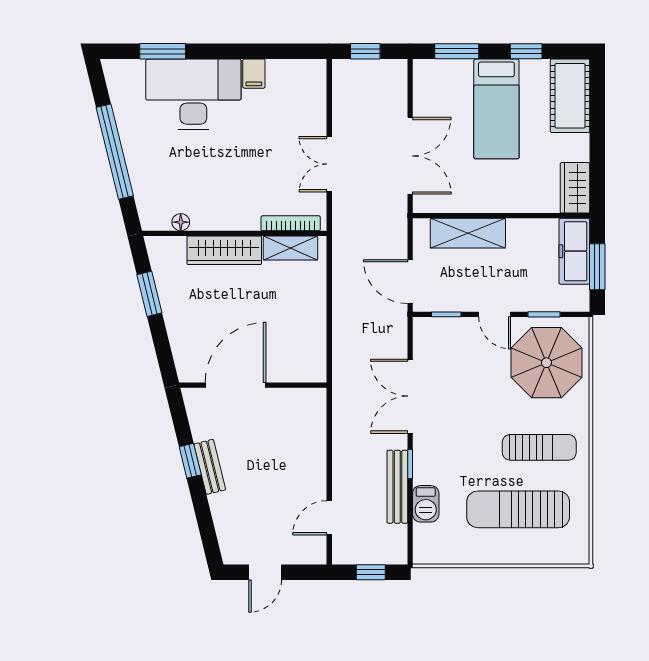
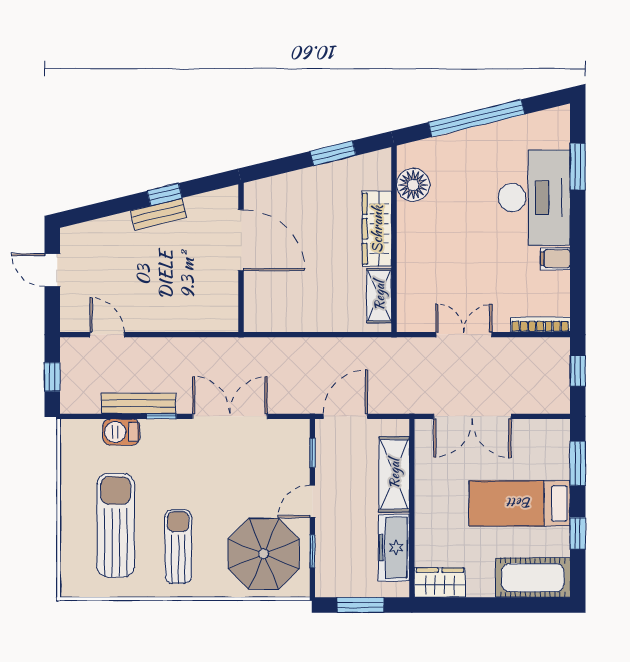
floor lamp: (181, 222) -> (413, 185), width x1.89, depth x1.89
bookcase: (291, 223) -> (540, 324), moved, turned -90
freezer: (574, 251) -> (394, 548), moved, turned -90
sun lounger: (539, 447) -> (178, 547), turned 180

